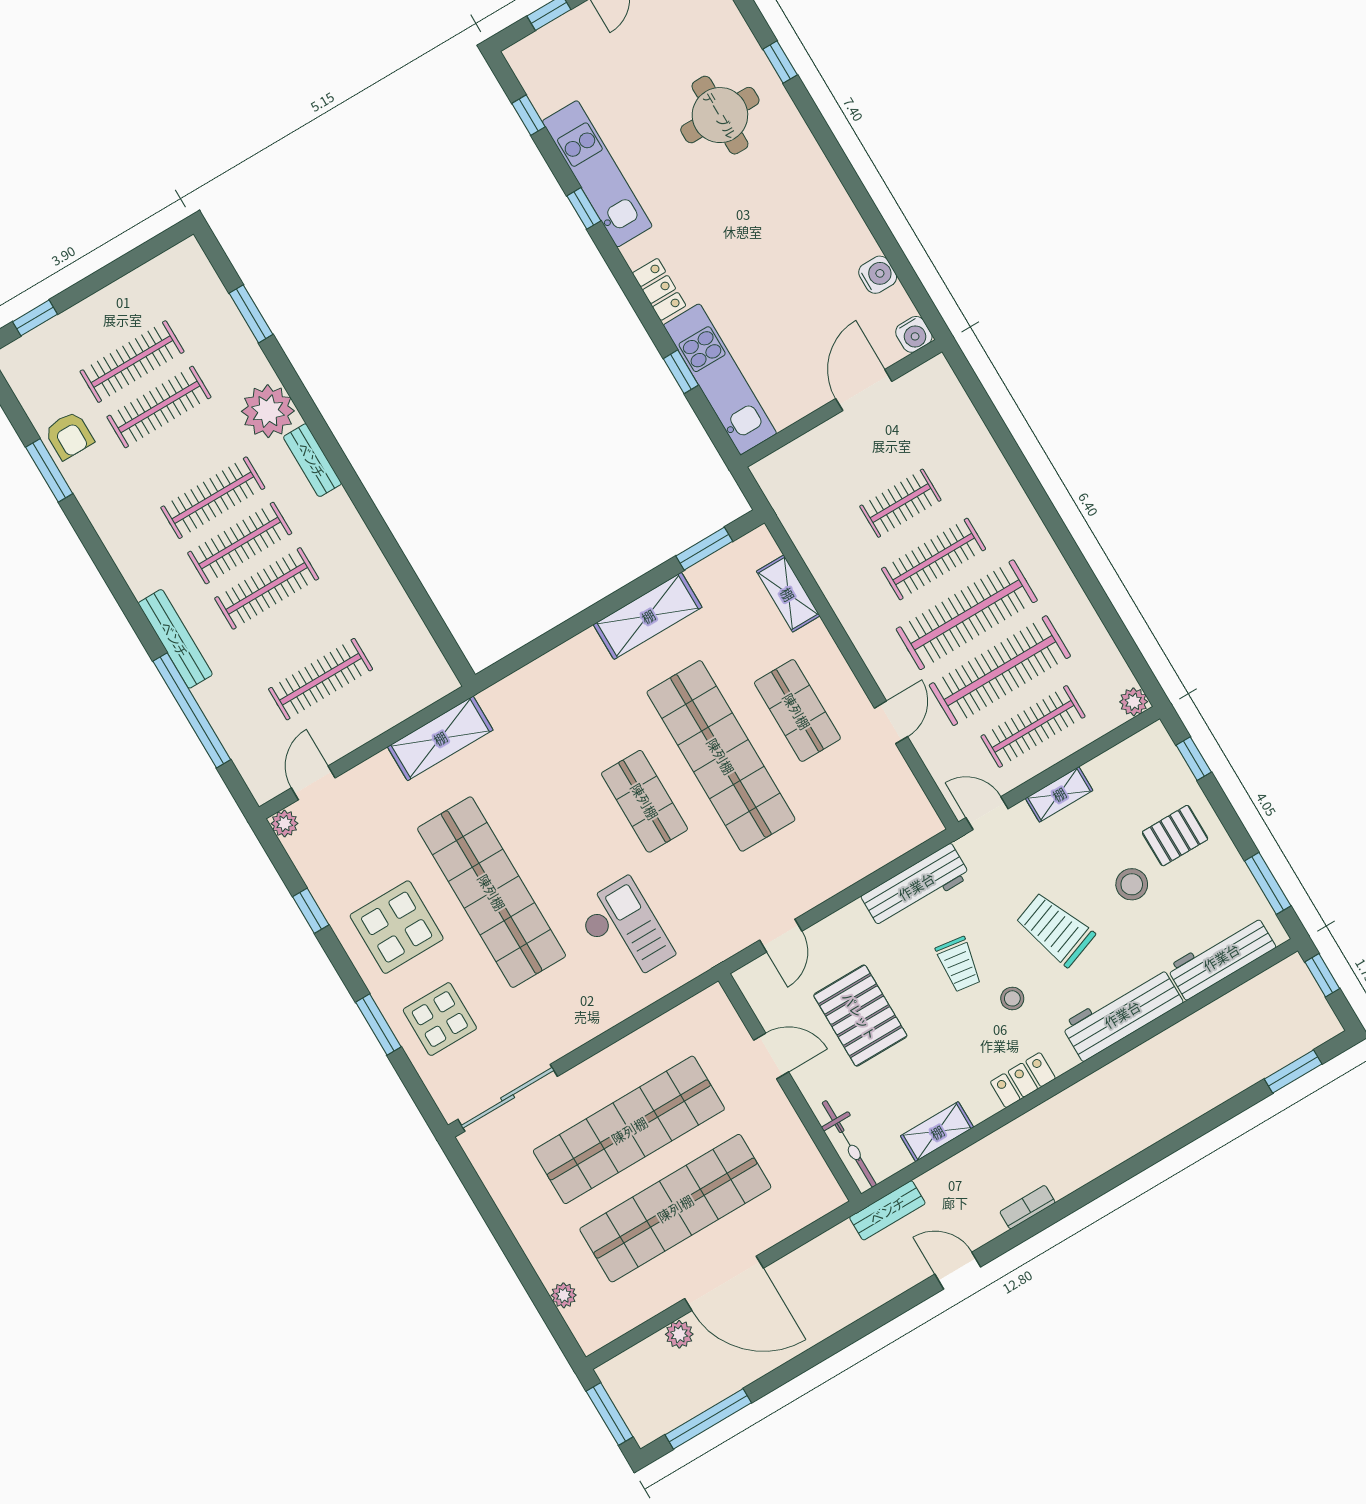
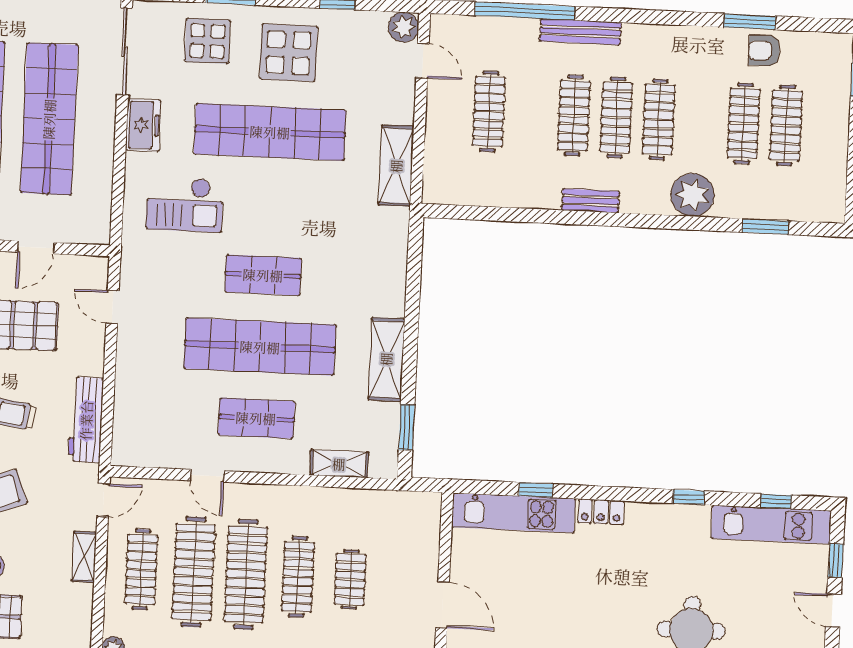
kitchen unit: (597, 174) -> (771, 525), moved
bench: (312, 460) -> (591, 201), moved
plant: (284, 823) -> (404, 27), width x1.38, depth x1.38
freezer: (571, 1028) -> (143, 125), added

